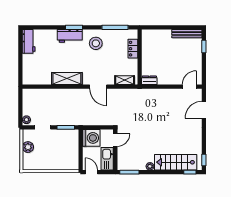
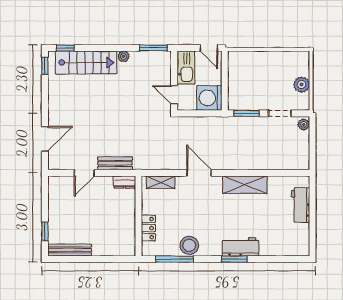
workbench: (29, 41) -> (301, 205), moved
stool: (96, 43) -> (189, 245), moved
door: (189, 87) -> (84, 173), moved
bench: (156, 93) -> (115, 163), added
door: (115, 140) -> (174, 95), hinge flipped

